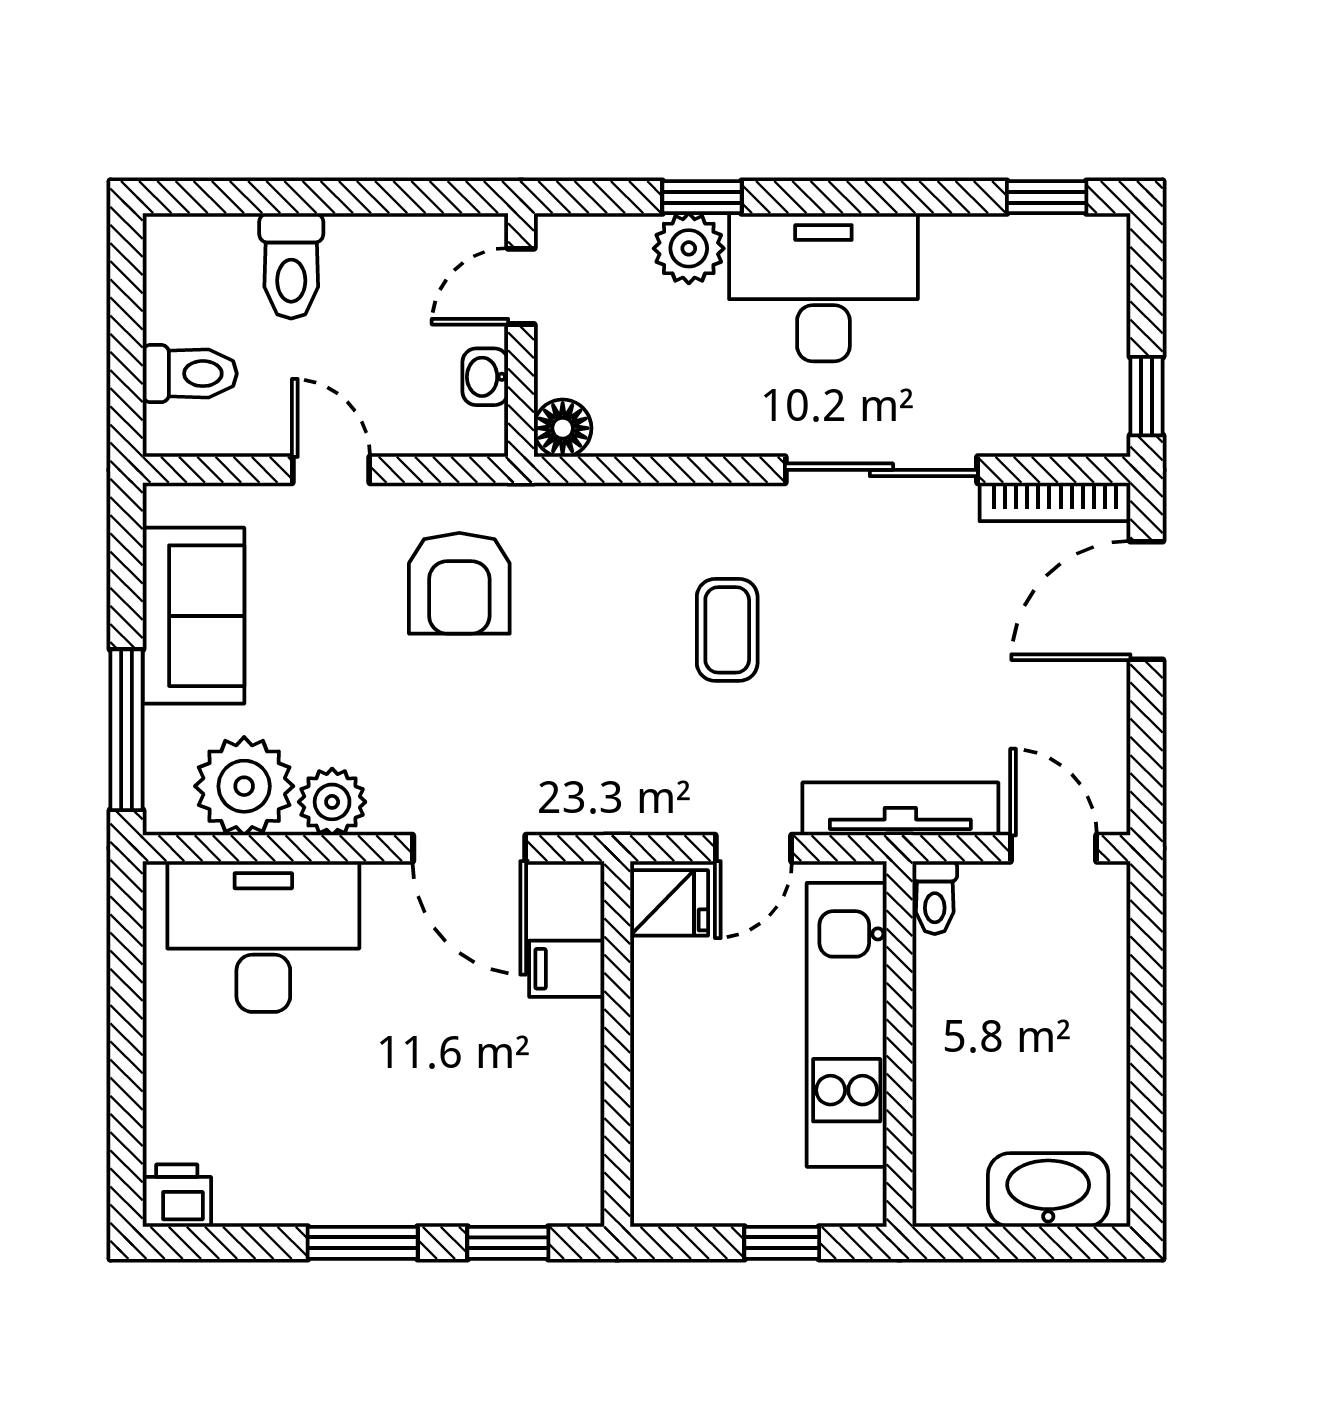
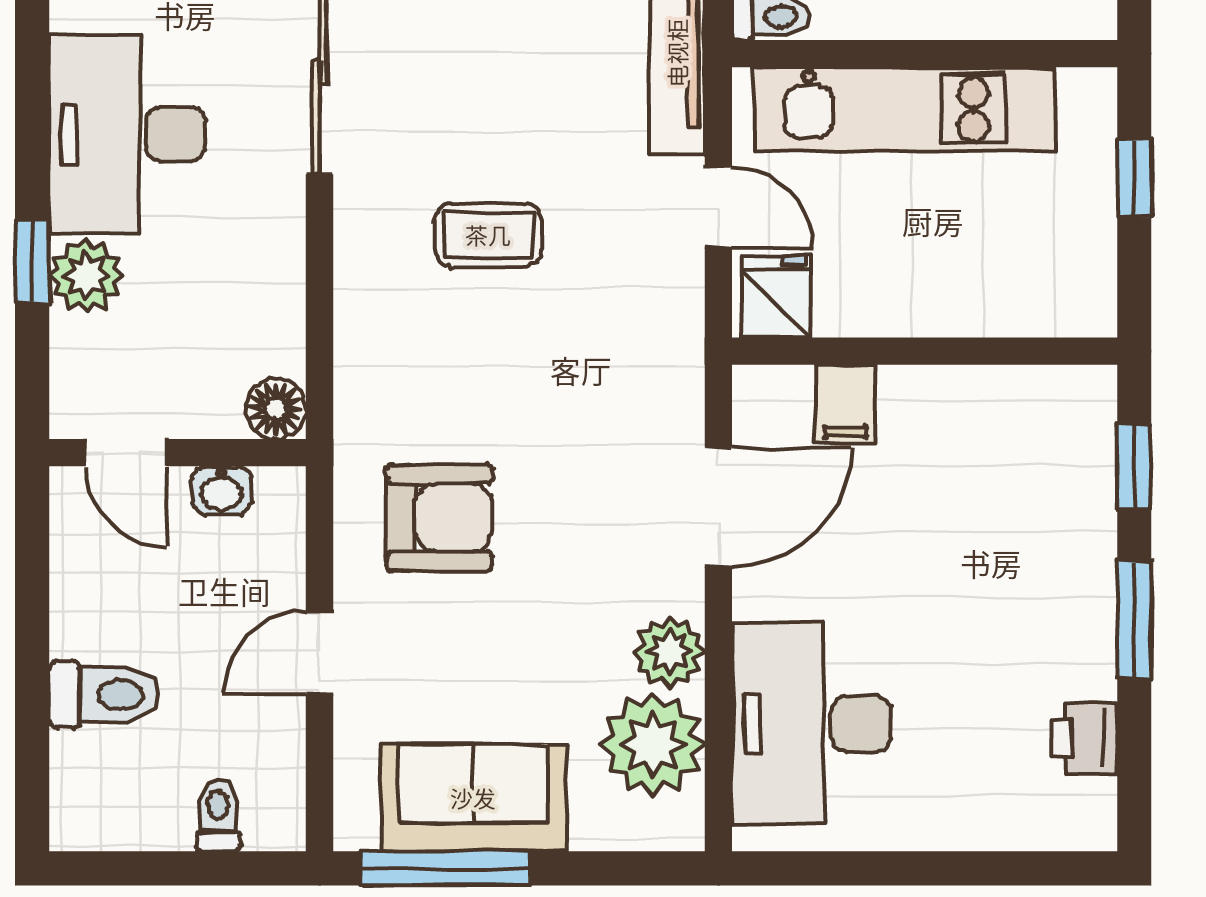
toilet: (190, 374) -> (218, 816), width x0.73, depth x0.72
window: (127, 730) -> (445, 868), moved
printer: (177, 1196) -> (1085, 739), moved

